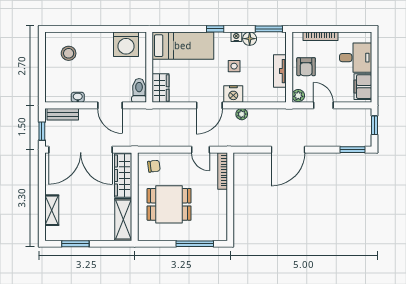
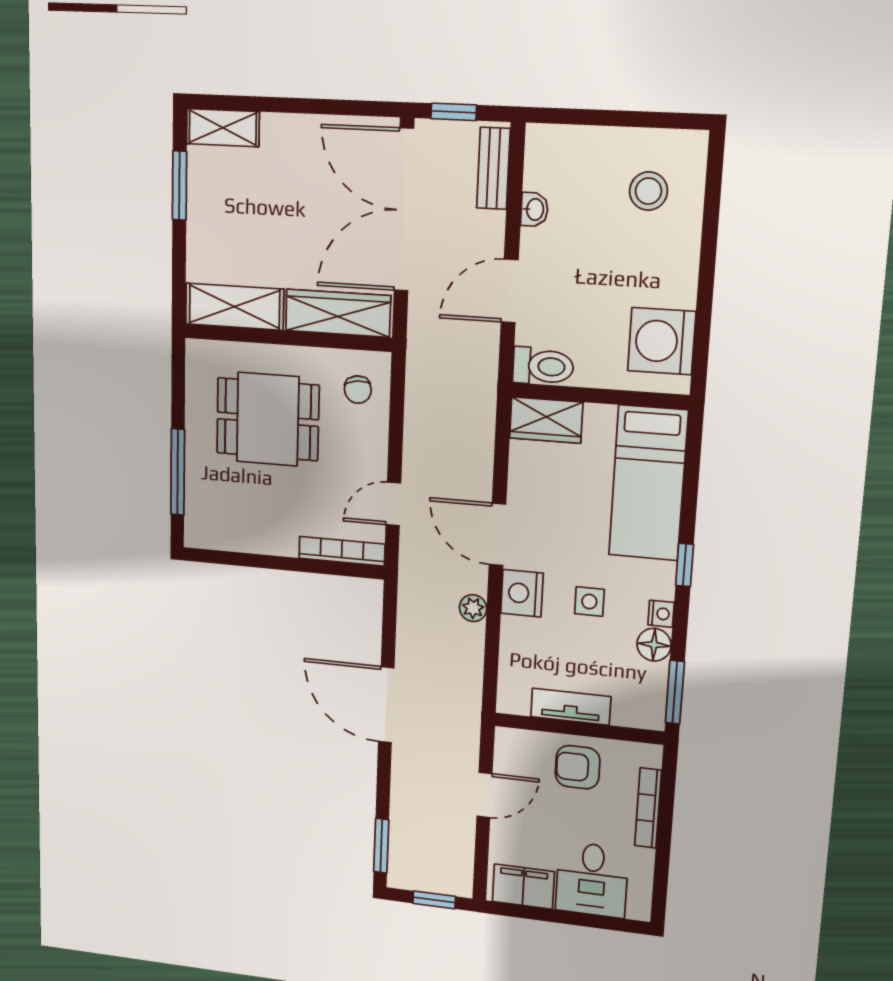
plant: (298, 96) -> (510, 742), removed
dining table: (169, 204) -> (268, 419), turned 90
shelving: (52, 210) -> (223, 128), moved

